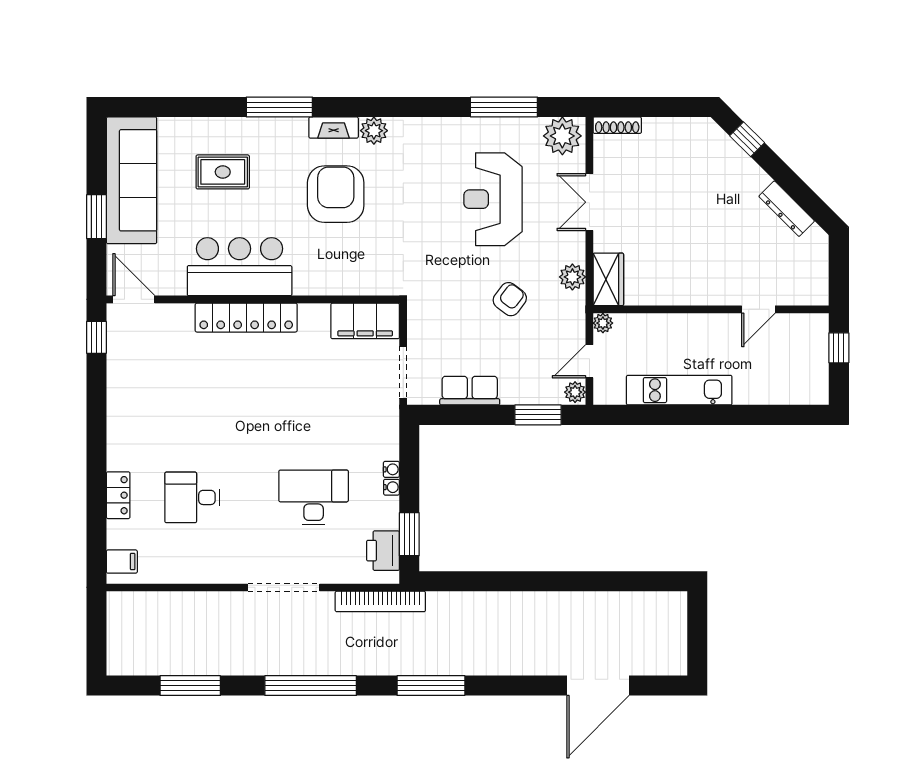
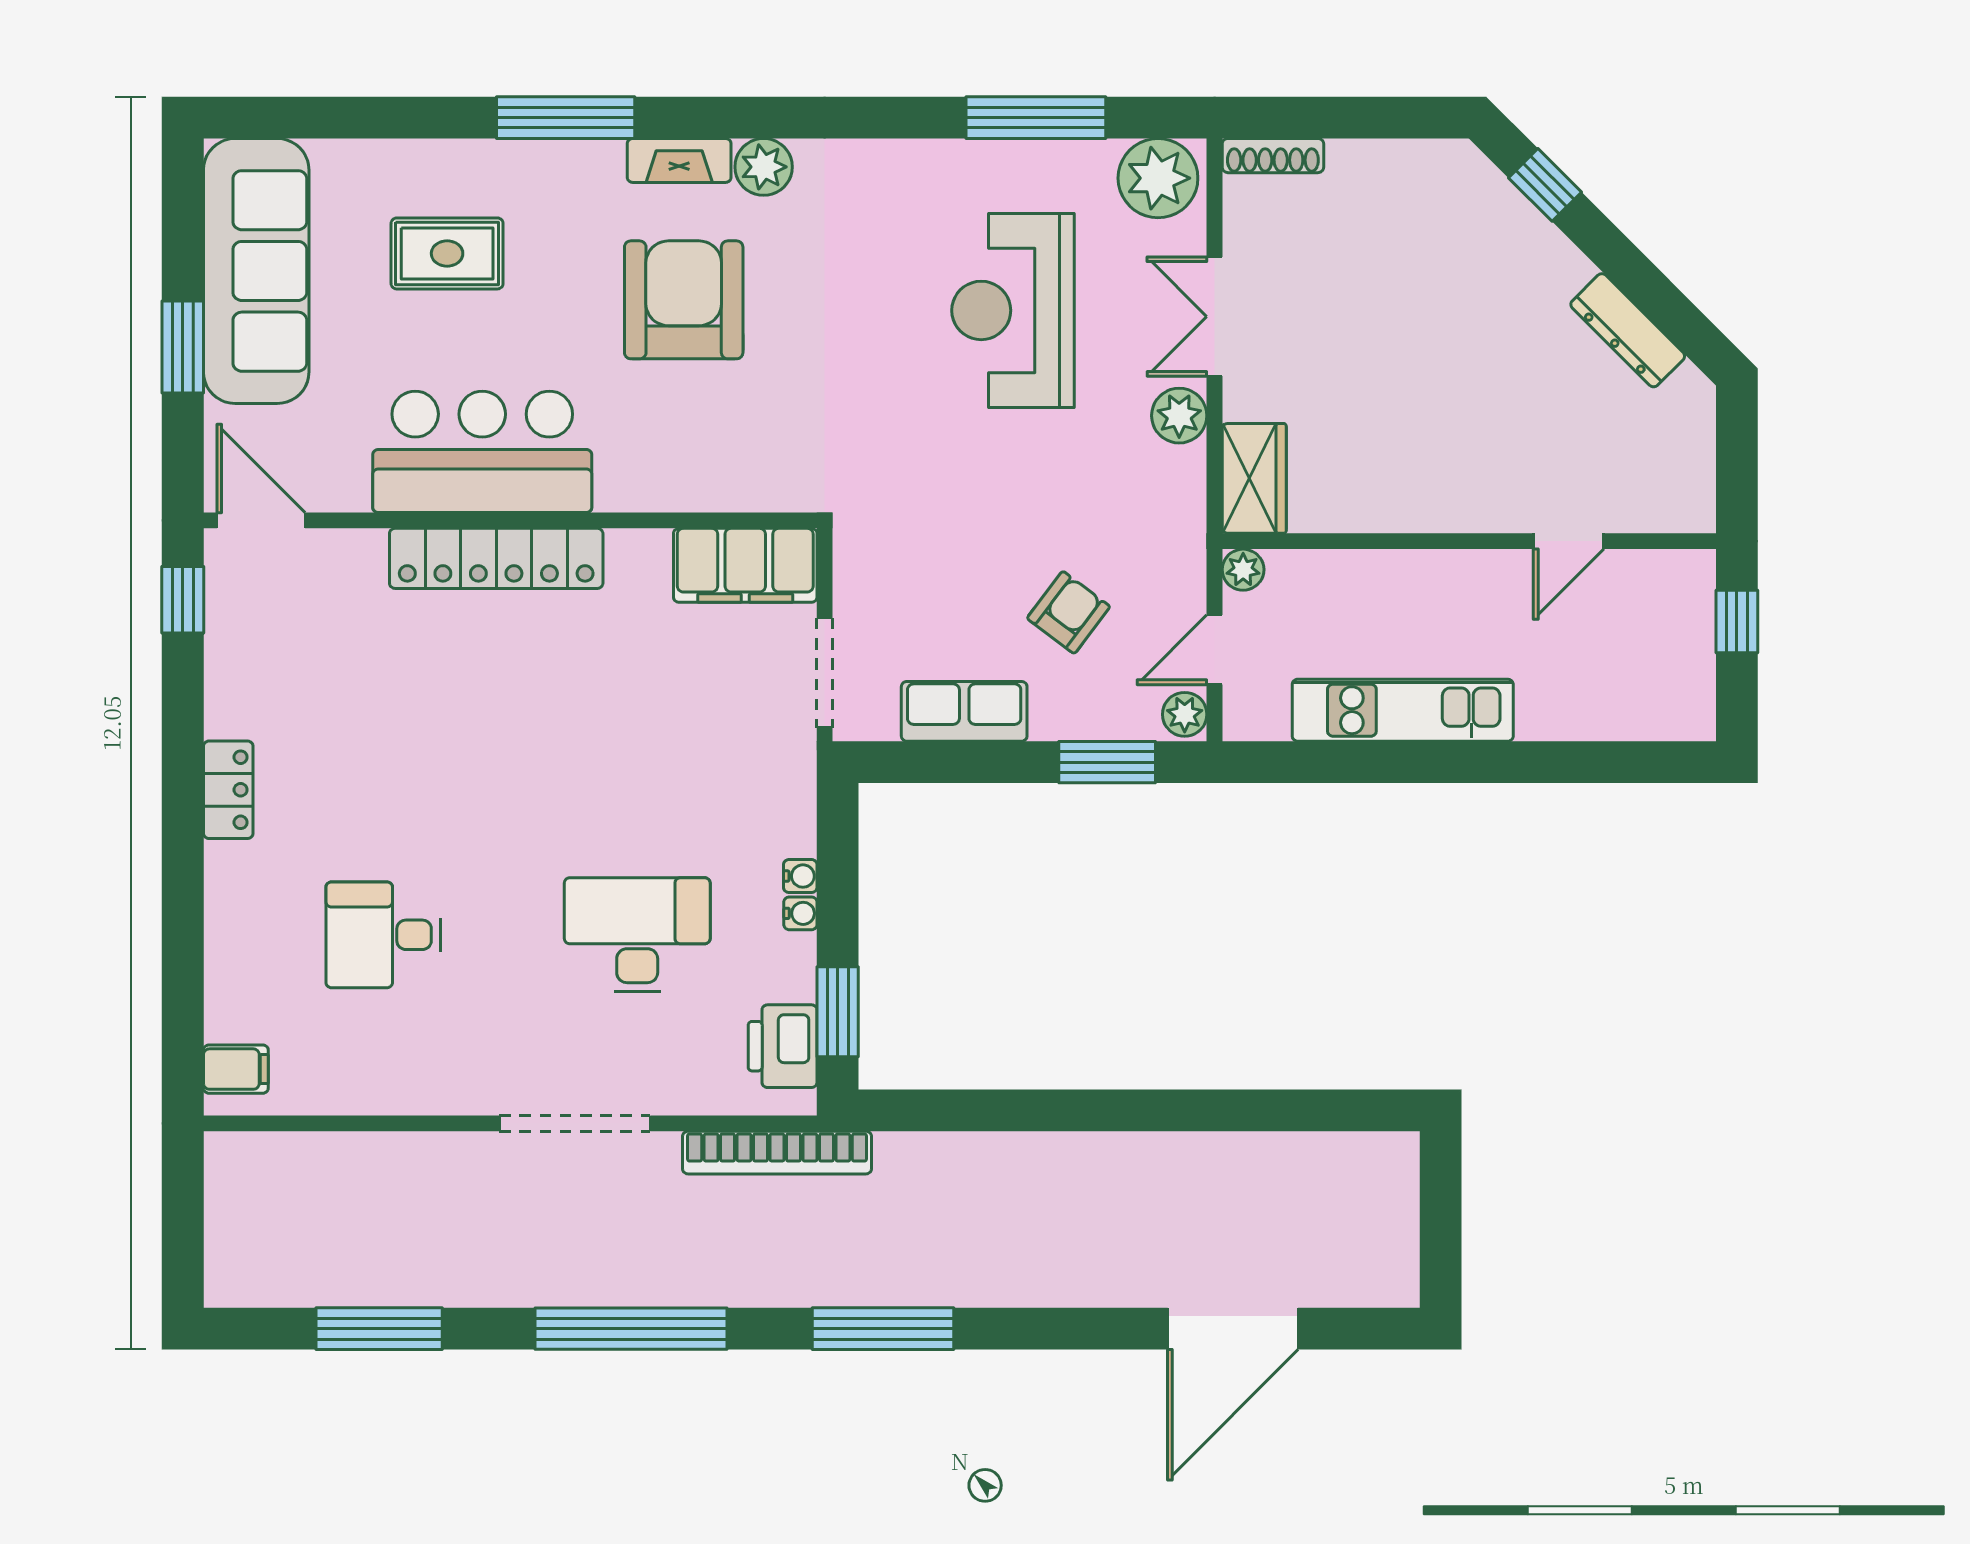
plant: (572, 277) -> (1179, 416), moved
armchair: (510, 299) -> (1069, 612), moved
locker: (118, 495) -> (228, 790), moved

